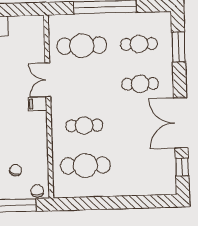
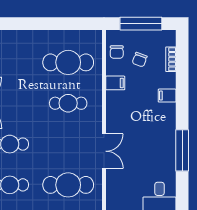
filing cabinet: (38, 104) -> (115, 83), moved
chair: (37, 191) -> (117, 52), moved

